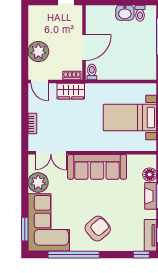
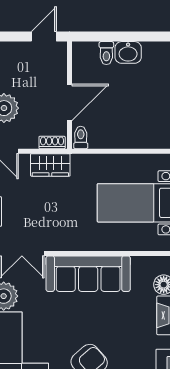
toilet: (140, 13) -> (106, 53), moved

